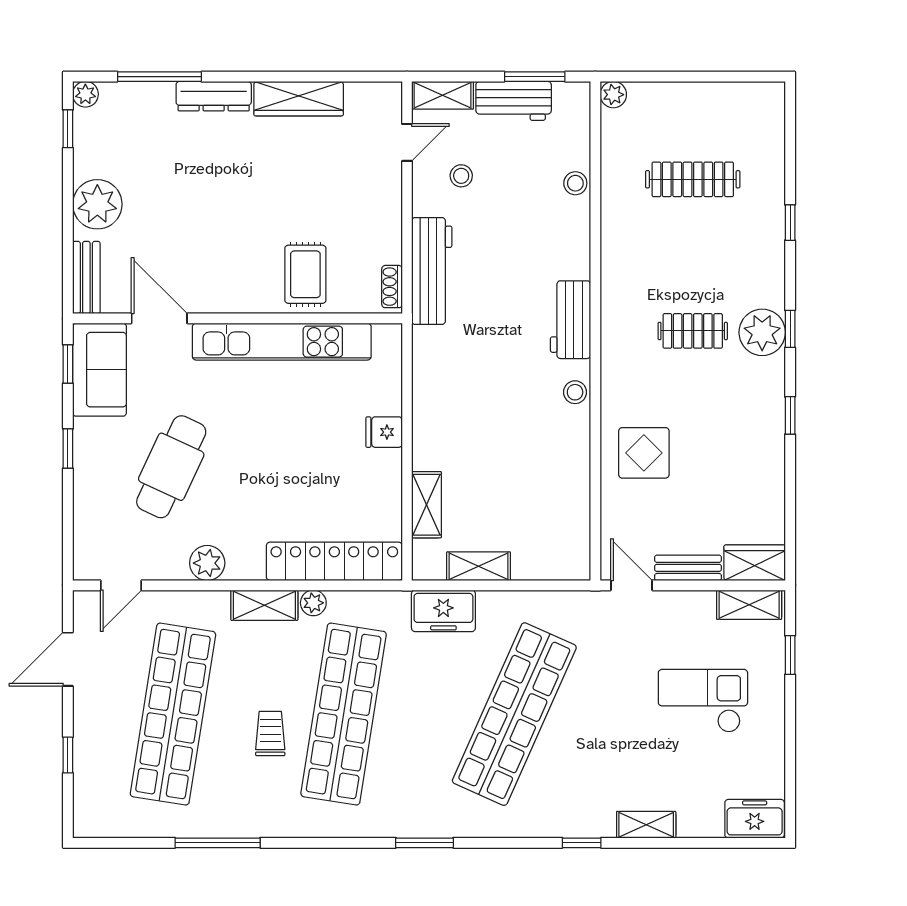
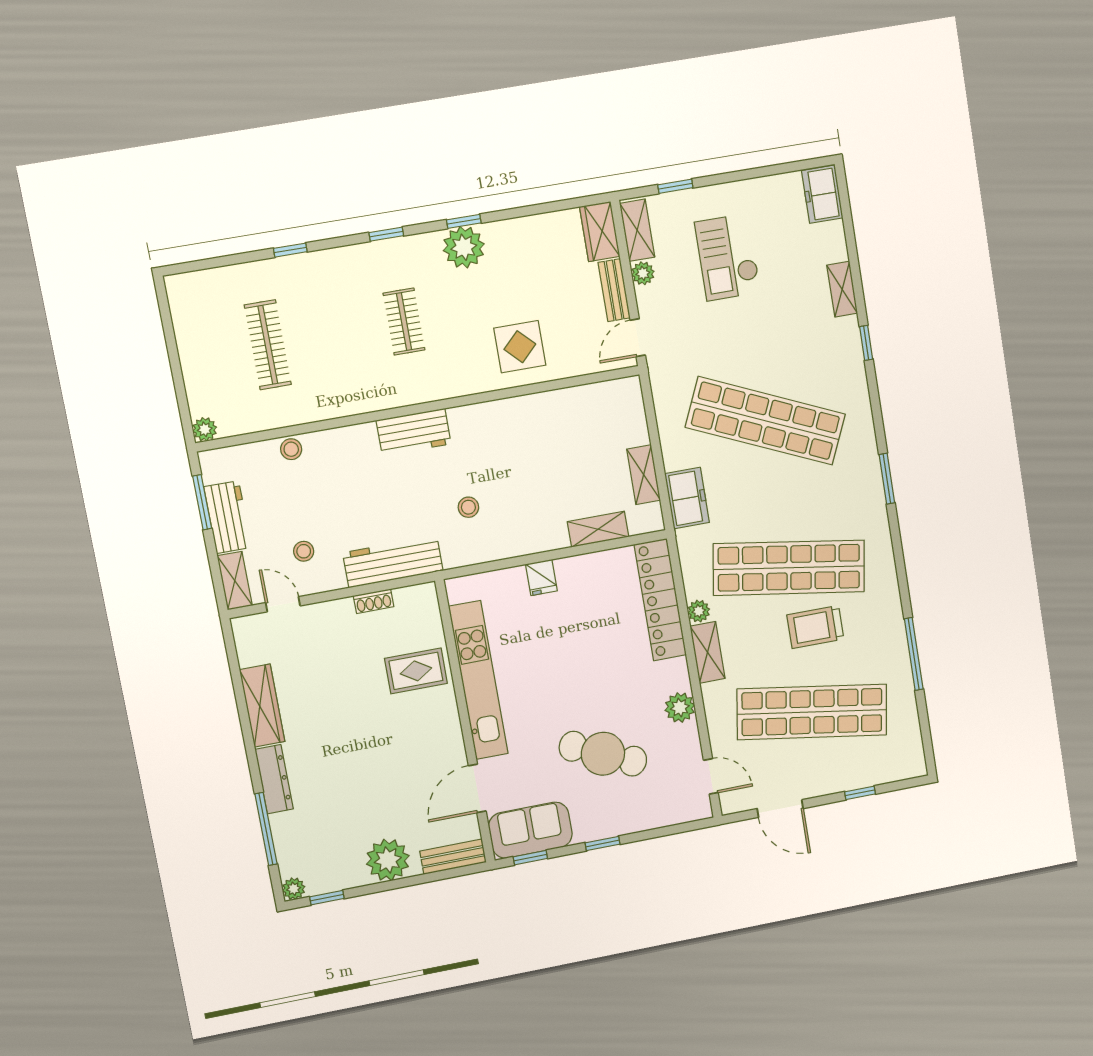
shoe rack: (392, 287) -> (374, 601), moved
plant: (762, 332) -> (464, 247), moved
stool: (575, 392) -> (468, 507), moved
plant: (701, 603) -> (643, 273), added
trolley: (270, 734) -> (815, 627), width x1.36, depth x1.39

